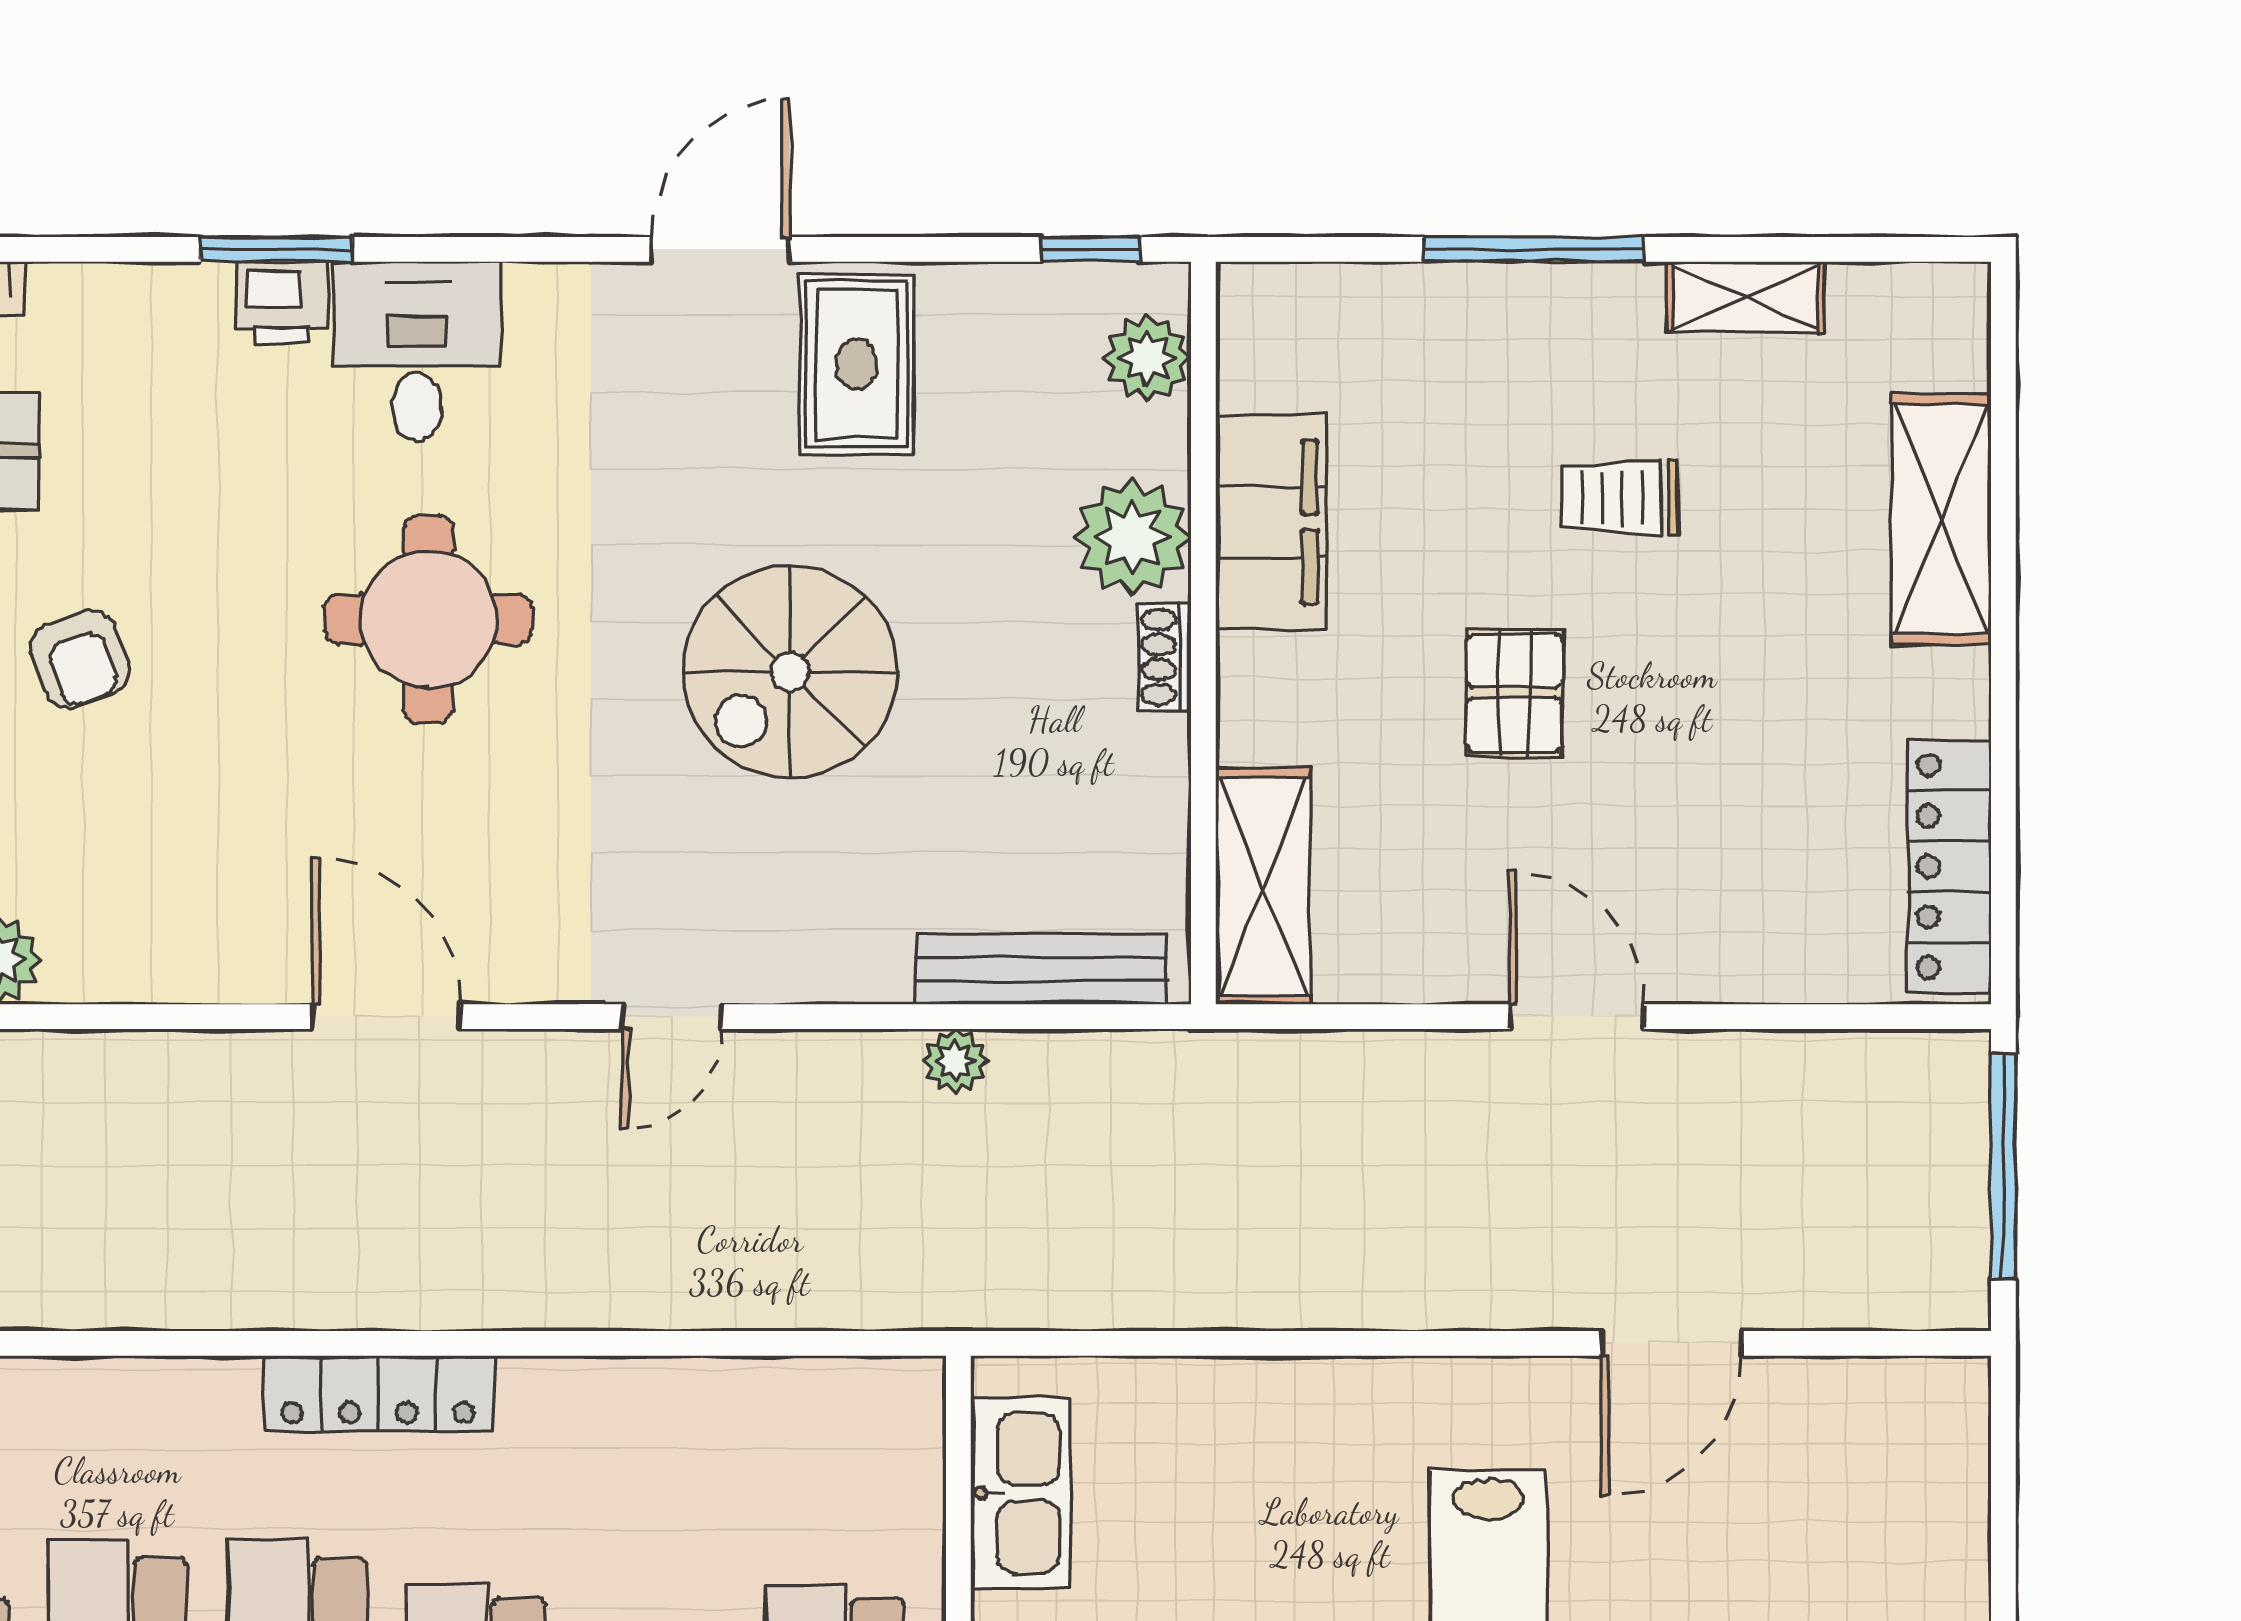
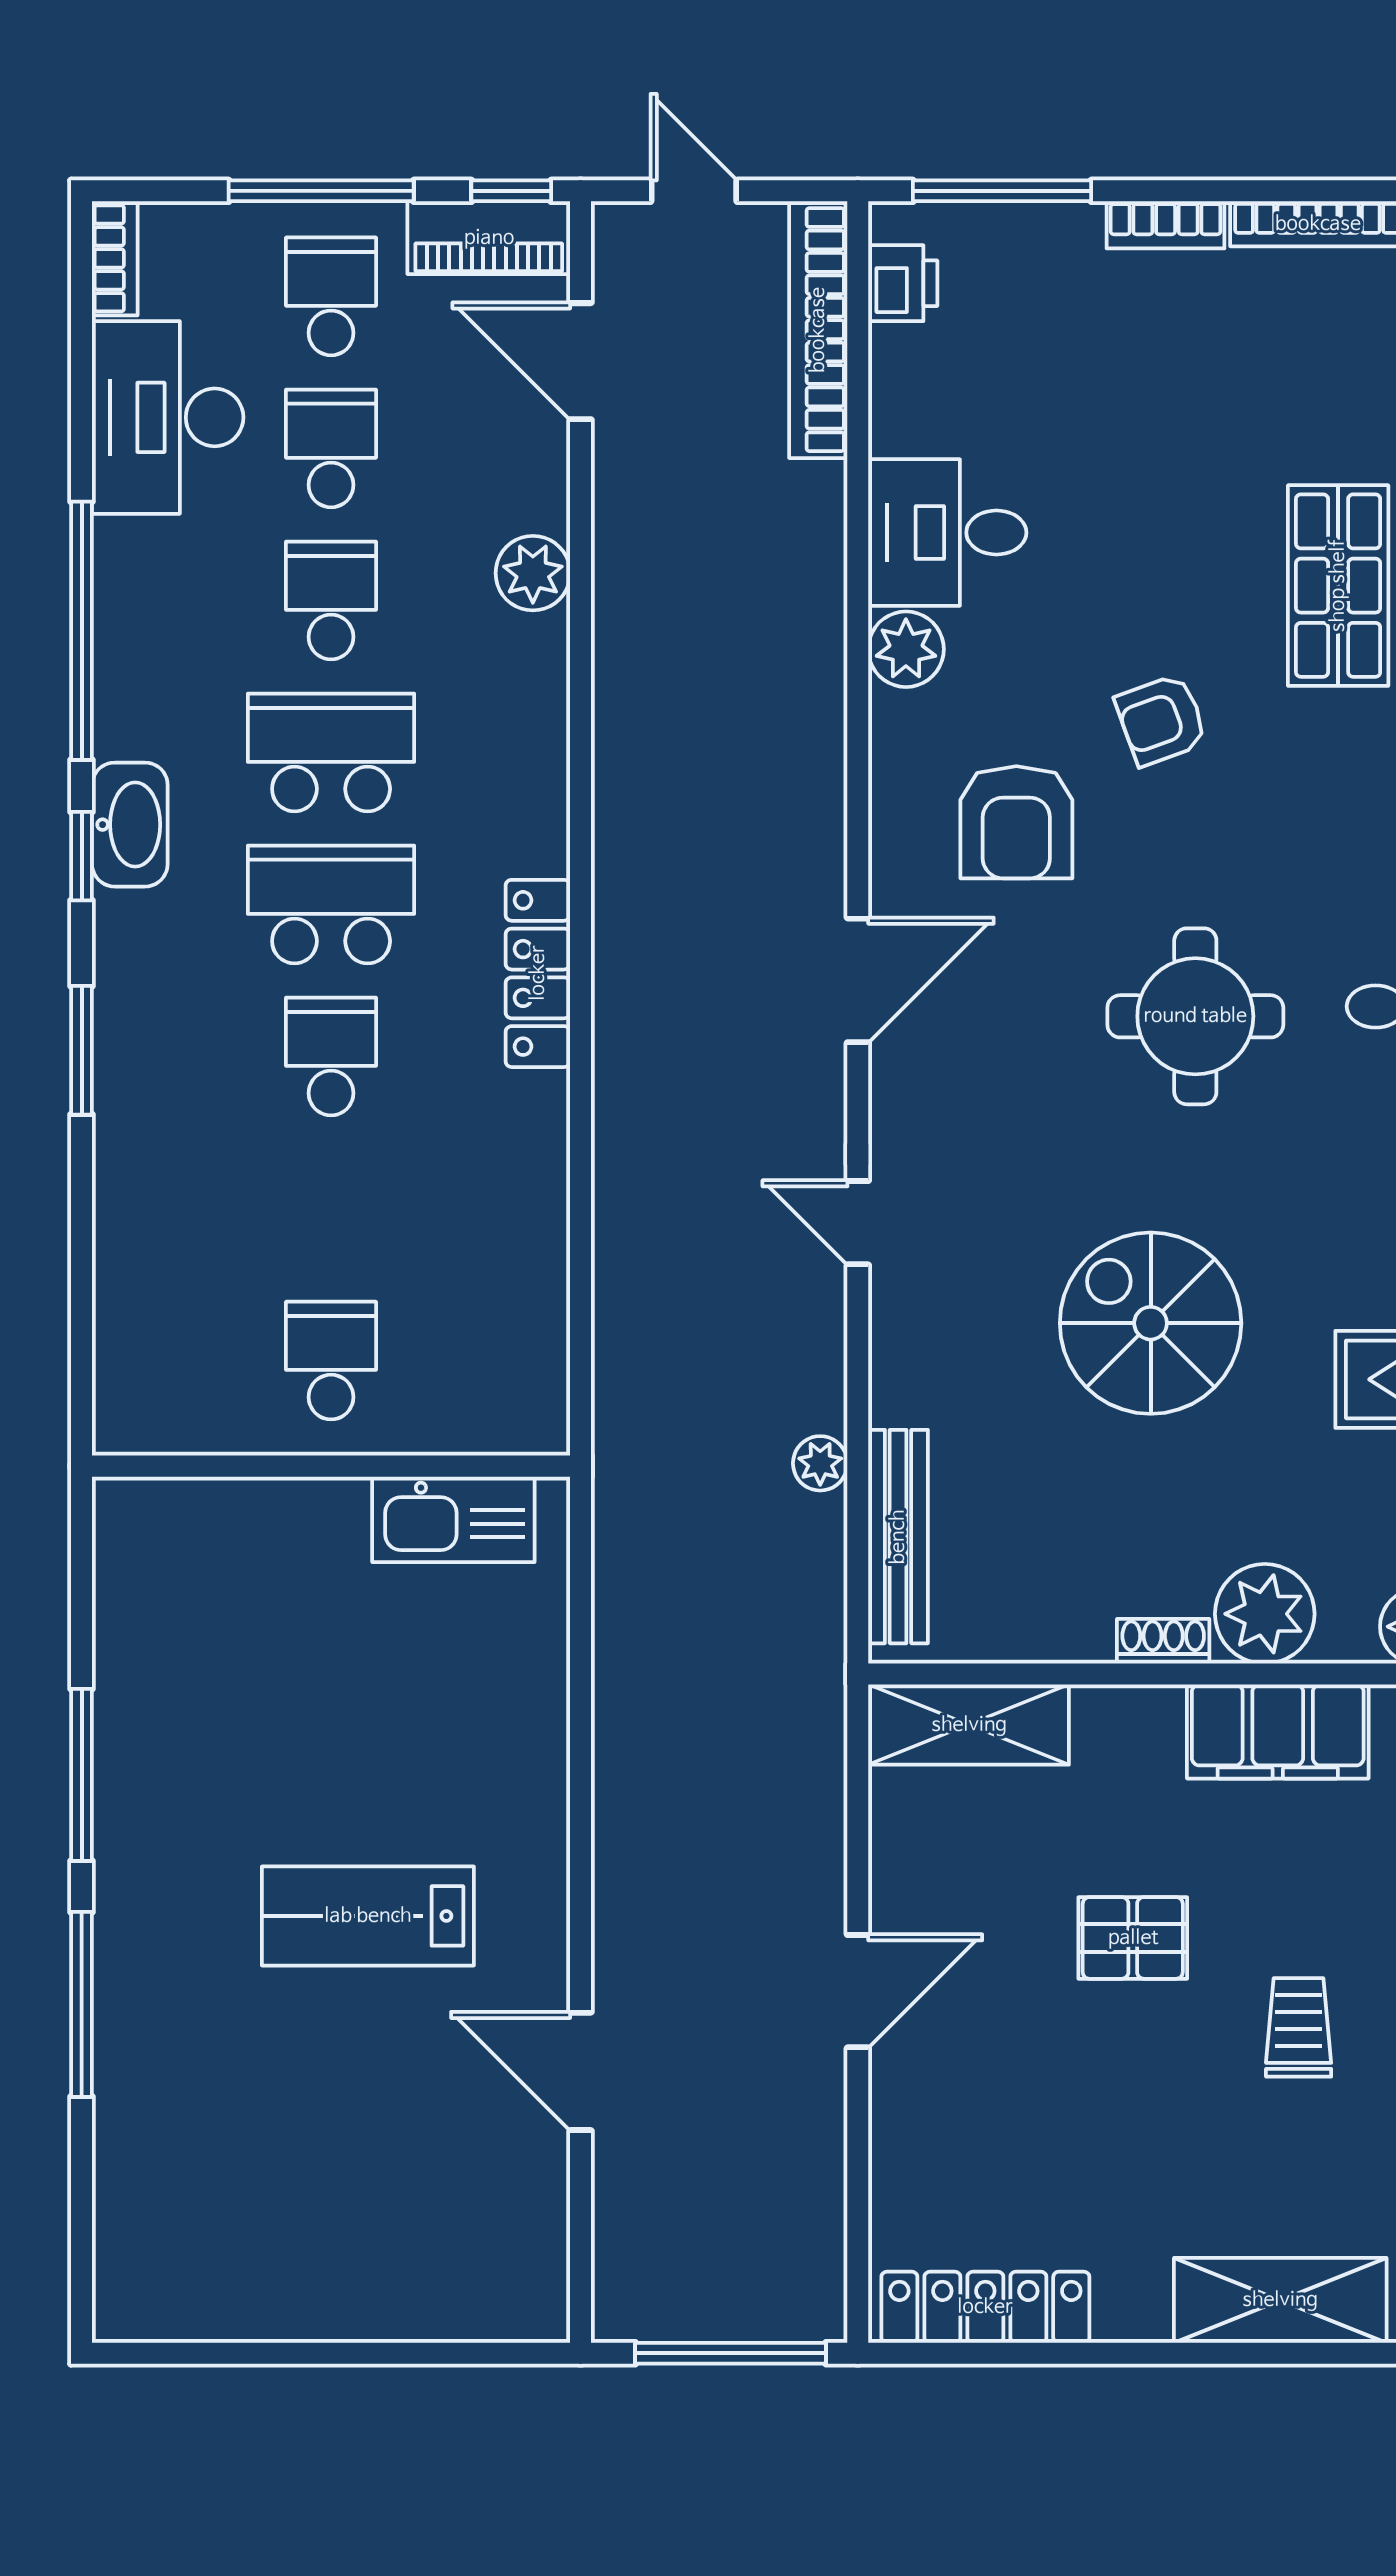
armchair: (200, 830) -> (1016, 822), added

